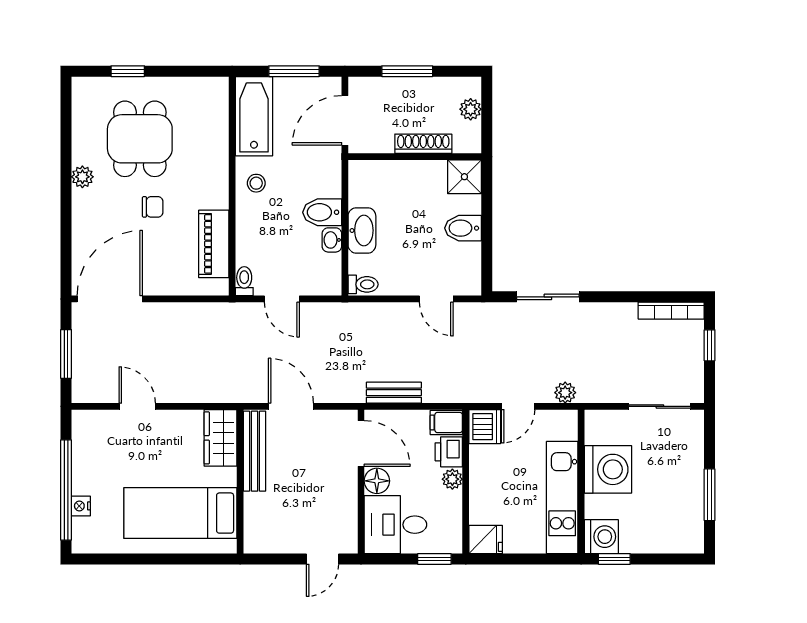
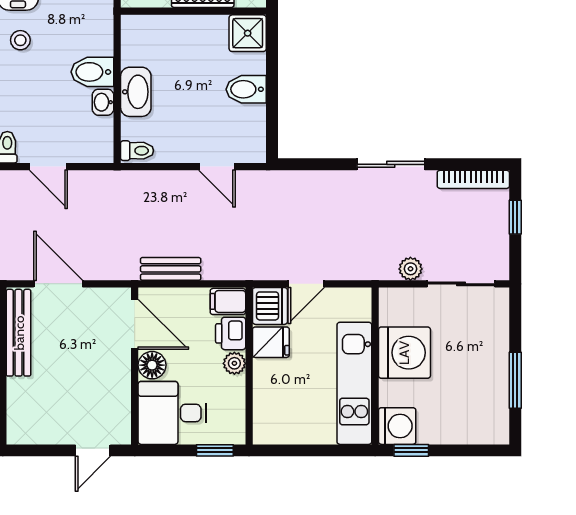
sliding door: (548, 297) -> (391, 164), moved
plant: (565, 393) -> (410, 269), moved
fridge: (486, 539) -> (271, 342), moved

